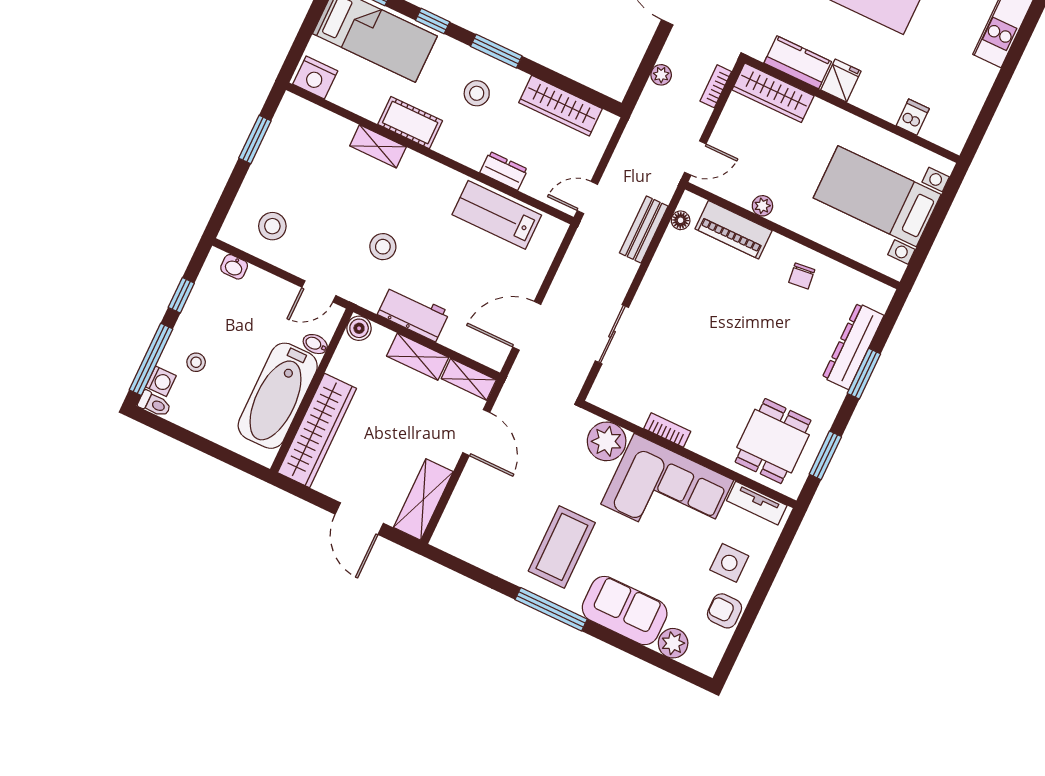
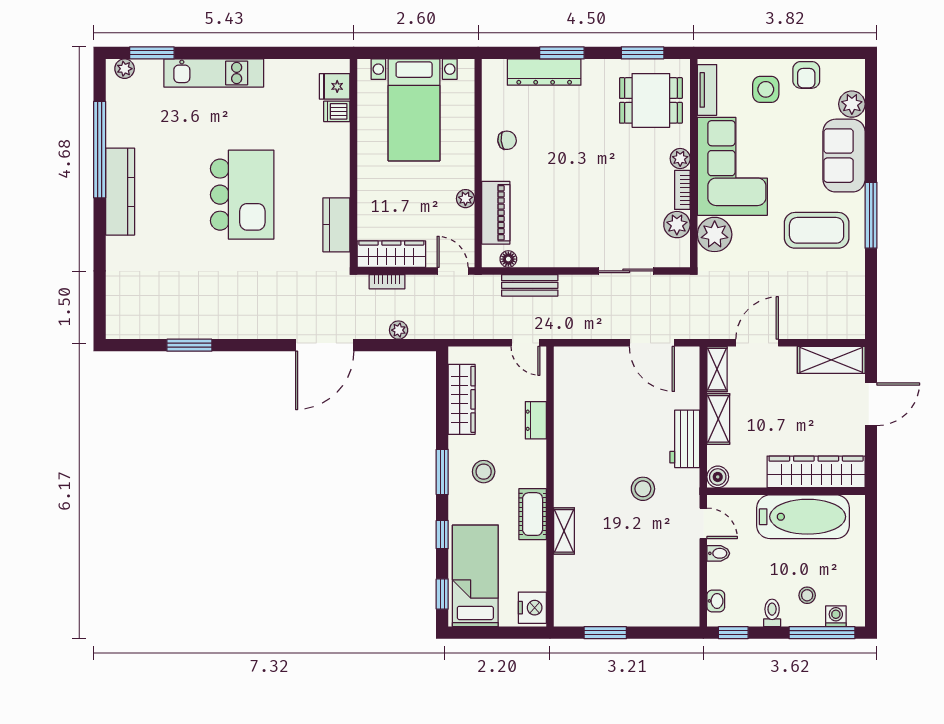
fridge: (841, 81) -> (335, 86), moved
wardrobe: (773, 93) -> (391, 254), moved, turned -90
lab bench: (497, 215) -> (574, 409), removed
stool: (272, 226) -> (668, 586), removed
window: (181, 295) -> (733, 633), moved
bidet: (315, 344) -> (718, 553), moved, turned -90
toilet: (154, 404) -> (772, 613), moved
plant: (635, 408) -> (677, 225), added
plant: (700, 443) -> (680, 159), added

